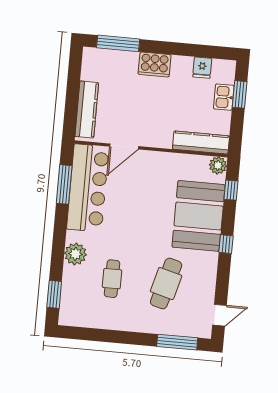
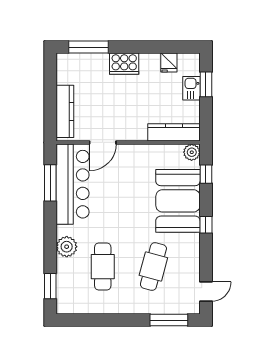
cafe table: (112, 279) -> (103, 267), width x1.37, depth x1.35

